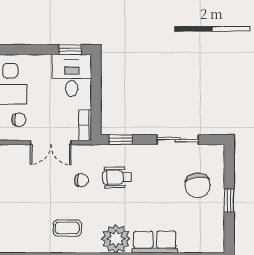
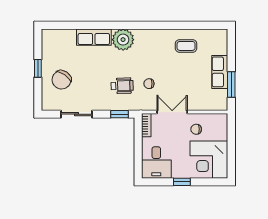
window: (70, 50) -> (182, 182), moved
chair: (198, 185) -> (62, 80), turned -138
coffee table: (67, 228) -> (186, 46), moved

